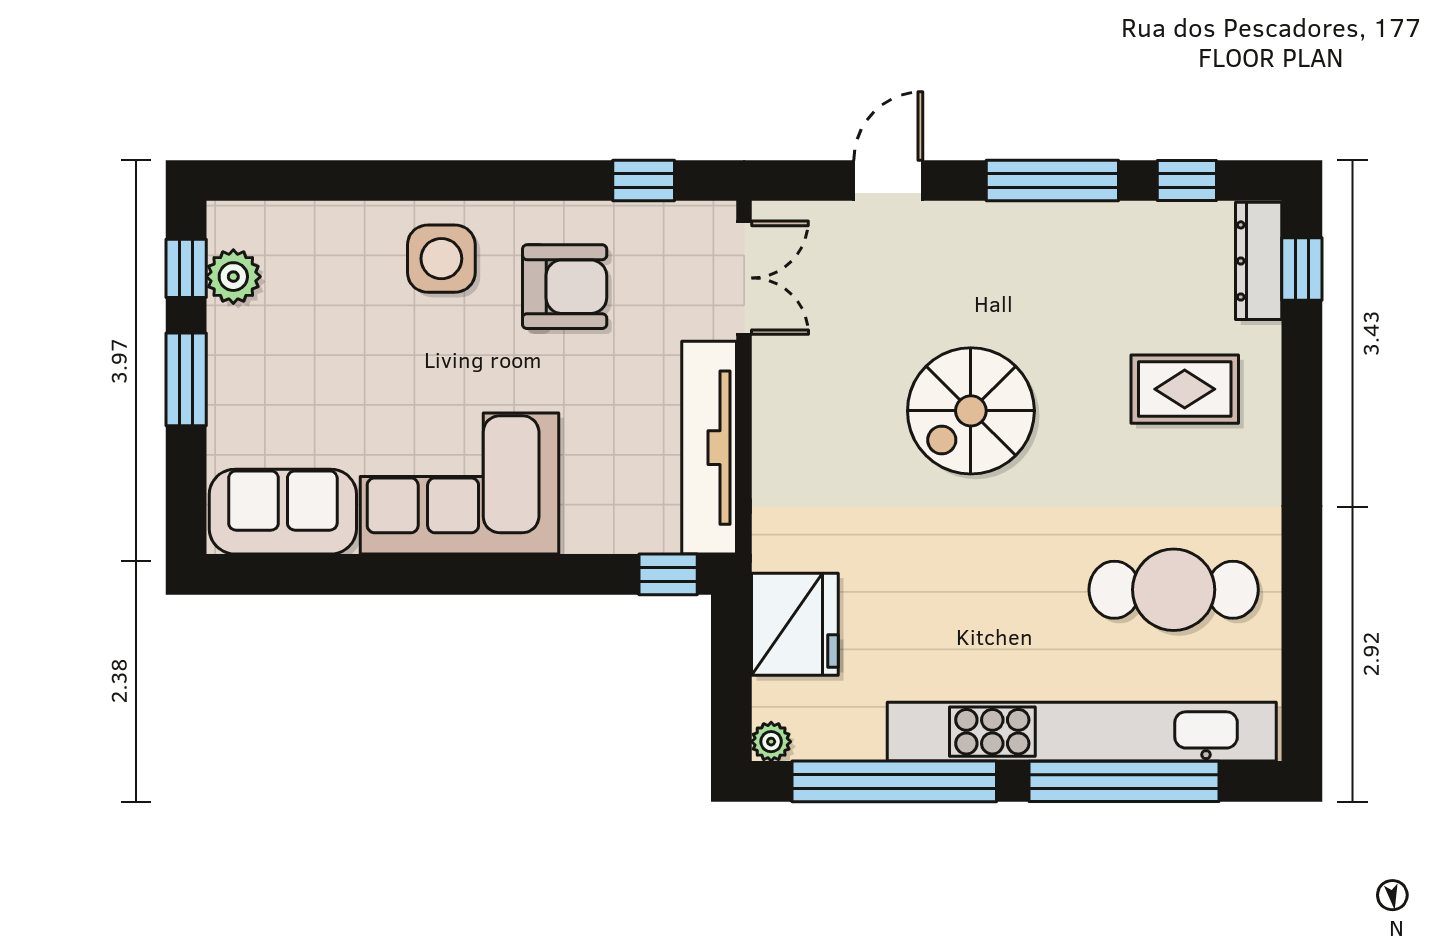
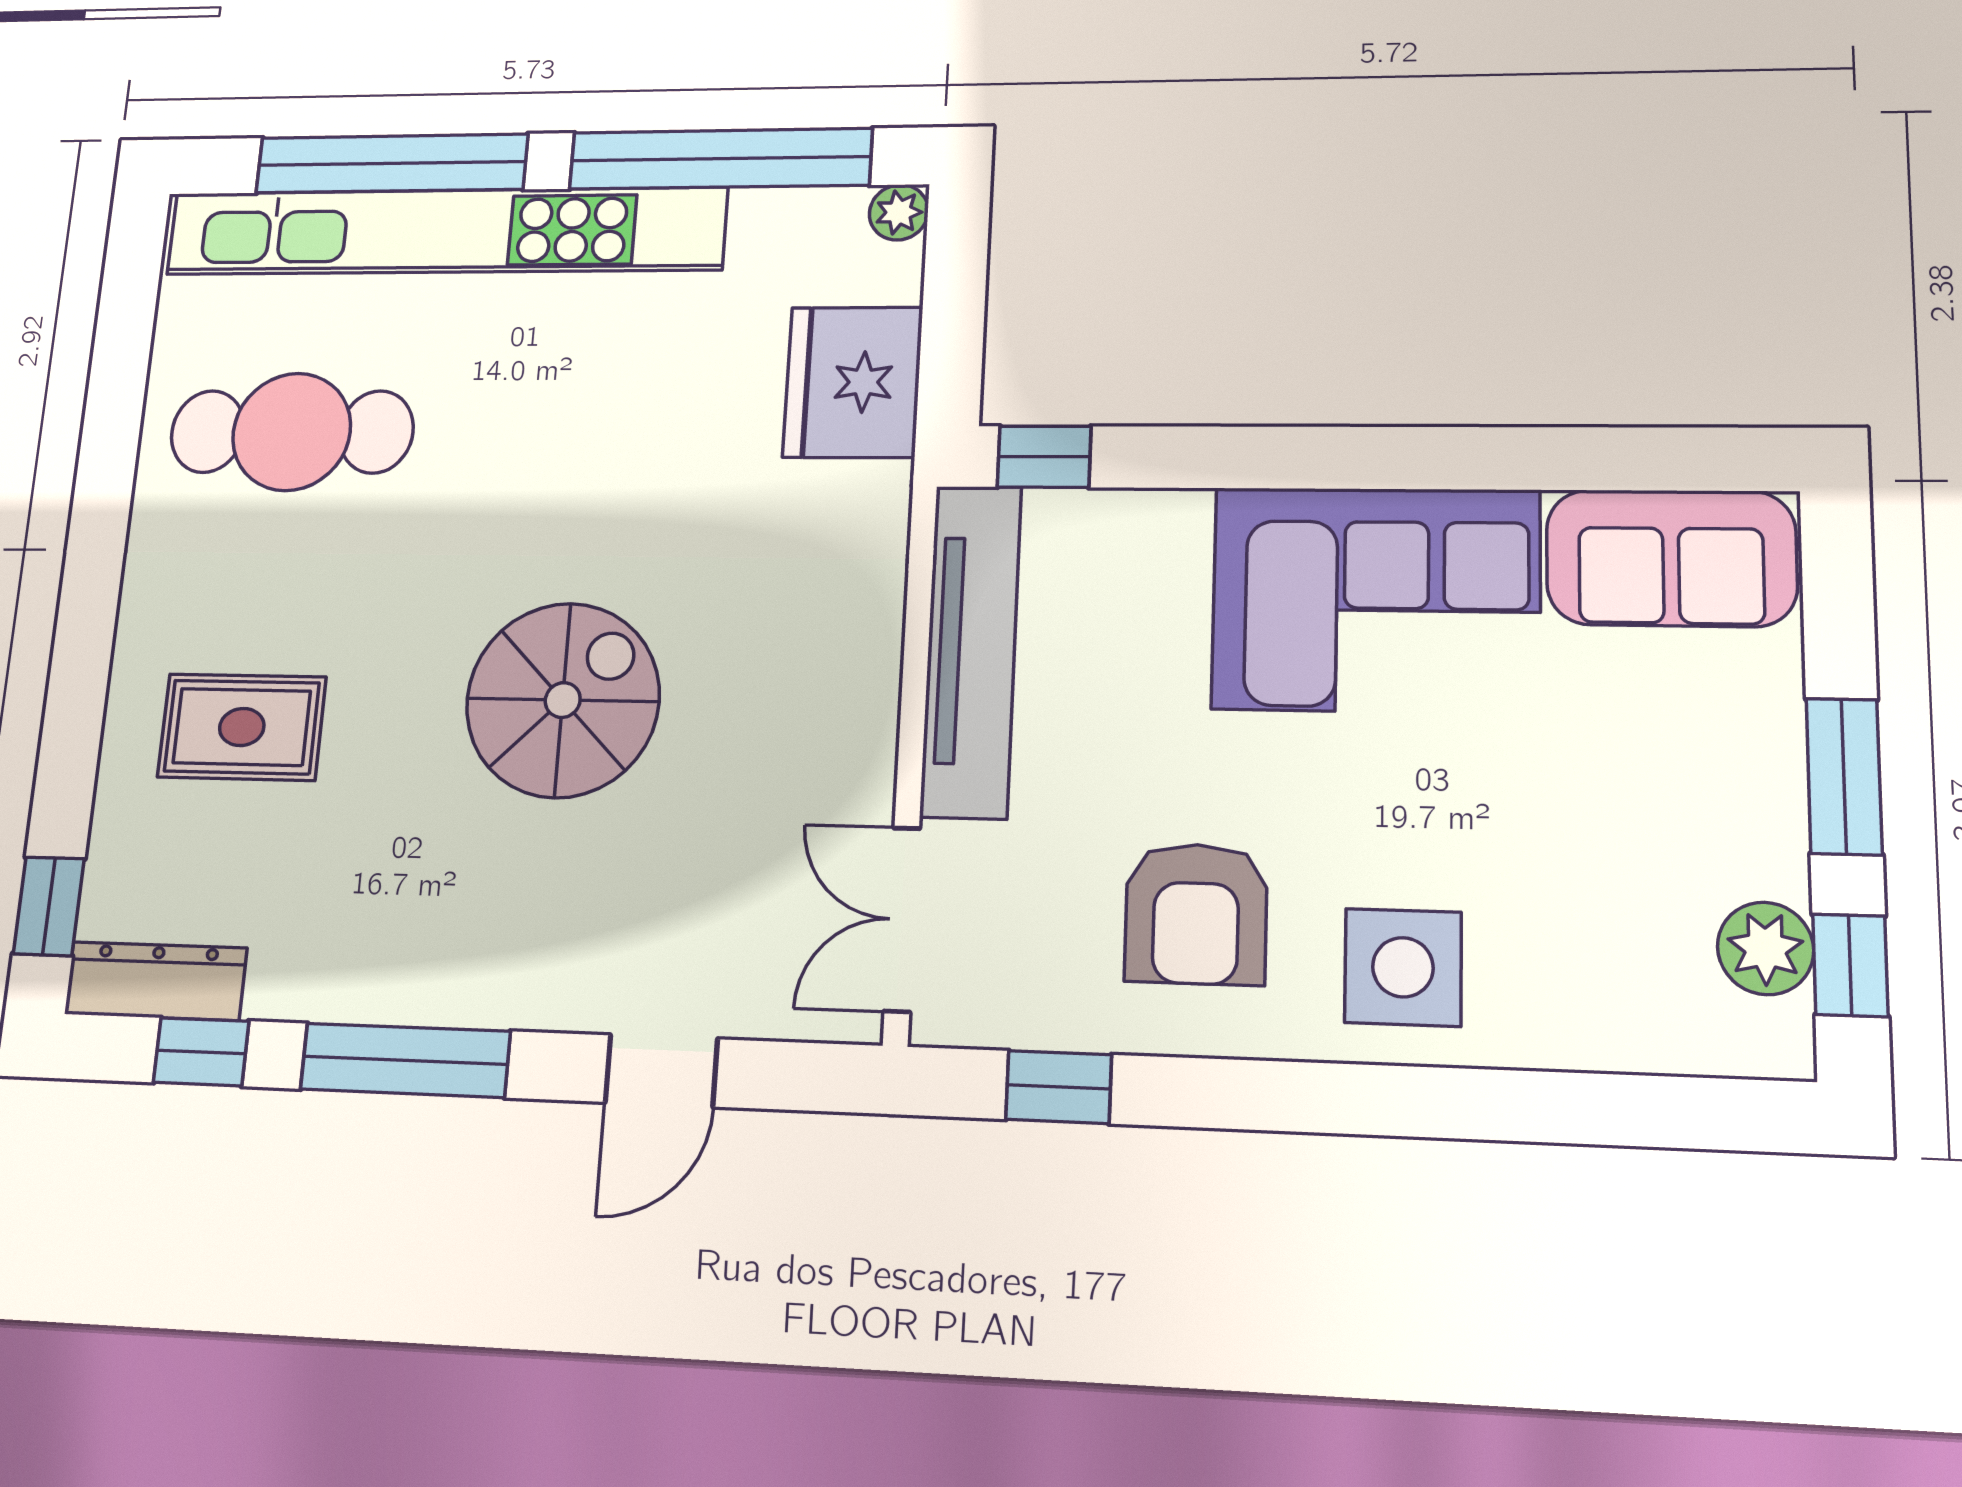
dresser: (1259, 261) -> (156, 981), moved, turned -90
armchair: (565, 287) -> (1196, 914), turned -90

